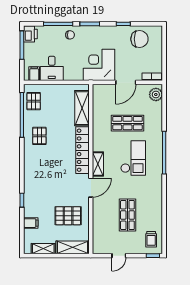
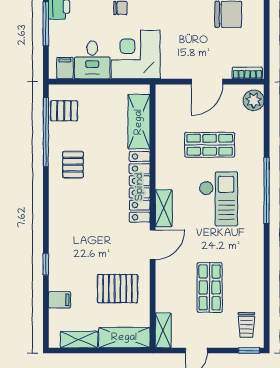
corner desk: (99, 65) -> (136, 55), moved
pallet: (34, 101) -> (64, 111), turned 90
shelving: (98, 243) -> (163, 330), added

